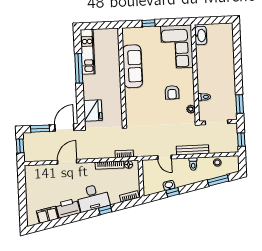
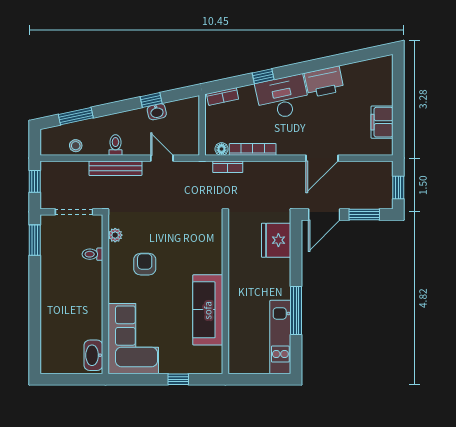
filing cabinet: (47, 215) -> (382, 122), moved, turned 102

